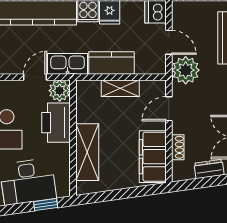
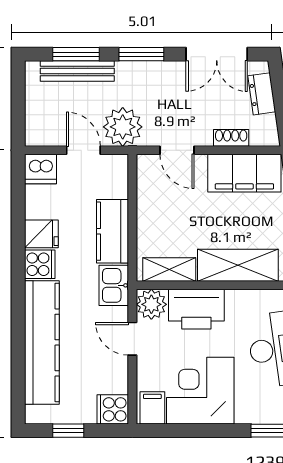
door: (169, 42) -> (83, 150), hinge flipped
kitchen sink: (68, 64) -> (114, 285), width x0.73
shelving: (120, 88) -> (169, 270), moved, turned 90

